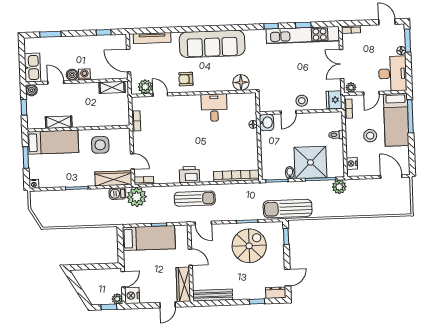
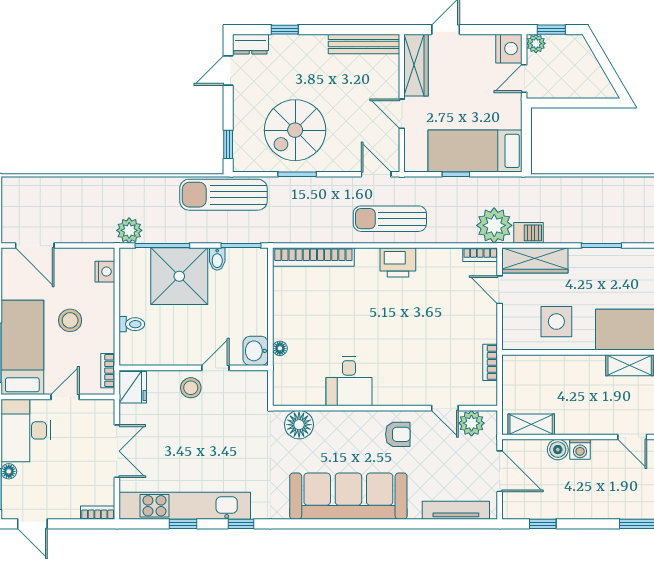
boiler: (72, 75) -> (558, 450), moved
plant: (351, 88) -> (101, 408), removed
sun lounger: (288, 209) -> (223, 195), turned 180

